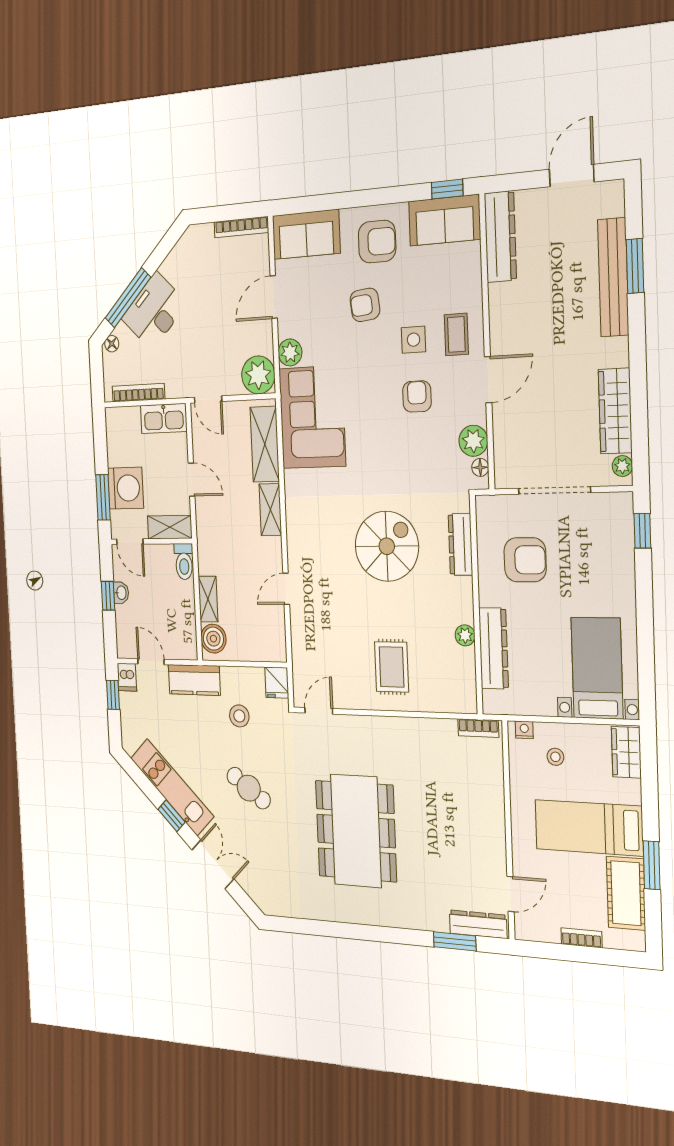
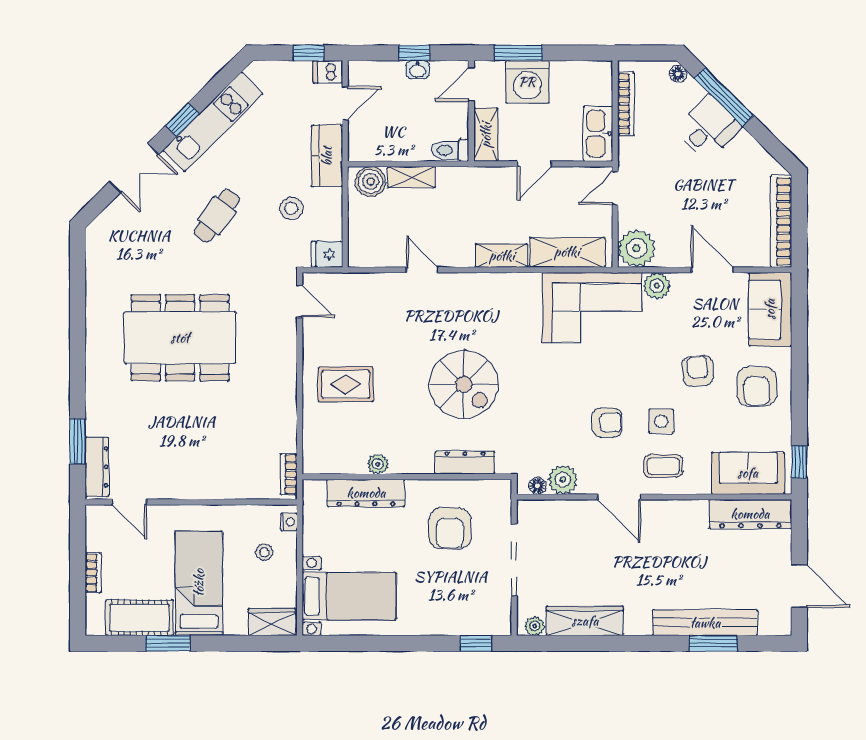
sofa: (445, 220) -> (748, 473), moved, turned 90
bookcase: (241, 227) -> (781, 221), width x1.48, depth x1.31
desk: (154, 311) -> (708, 128), width x0.73

